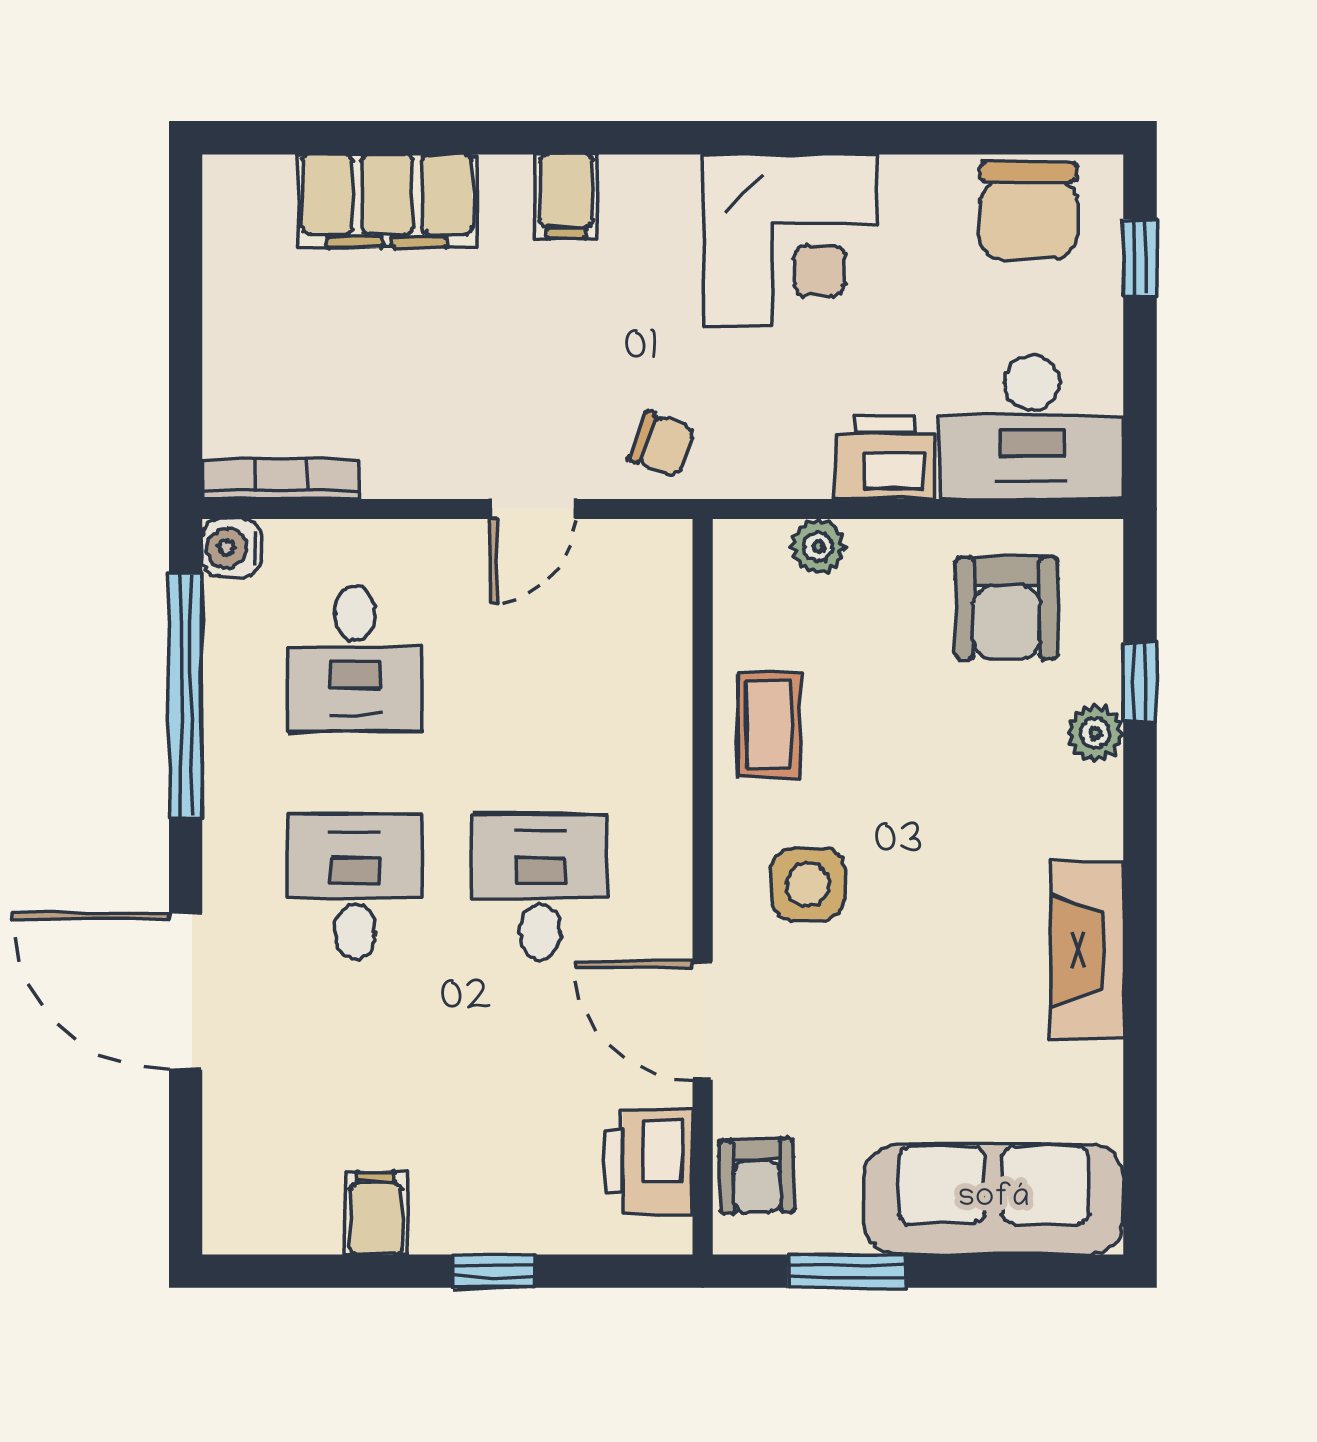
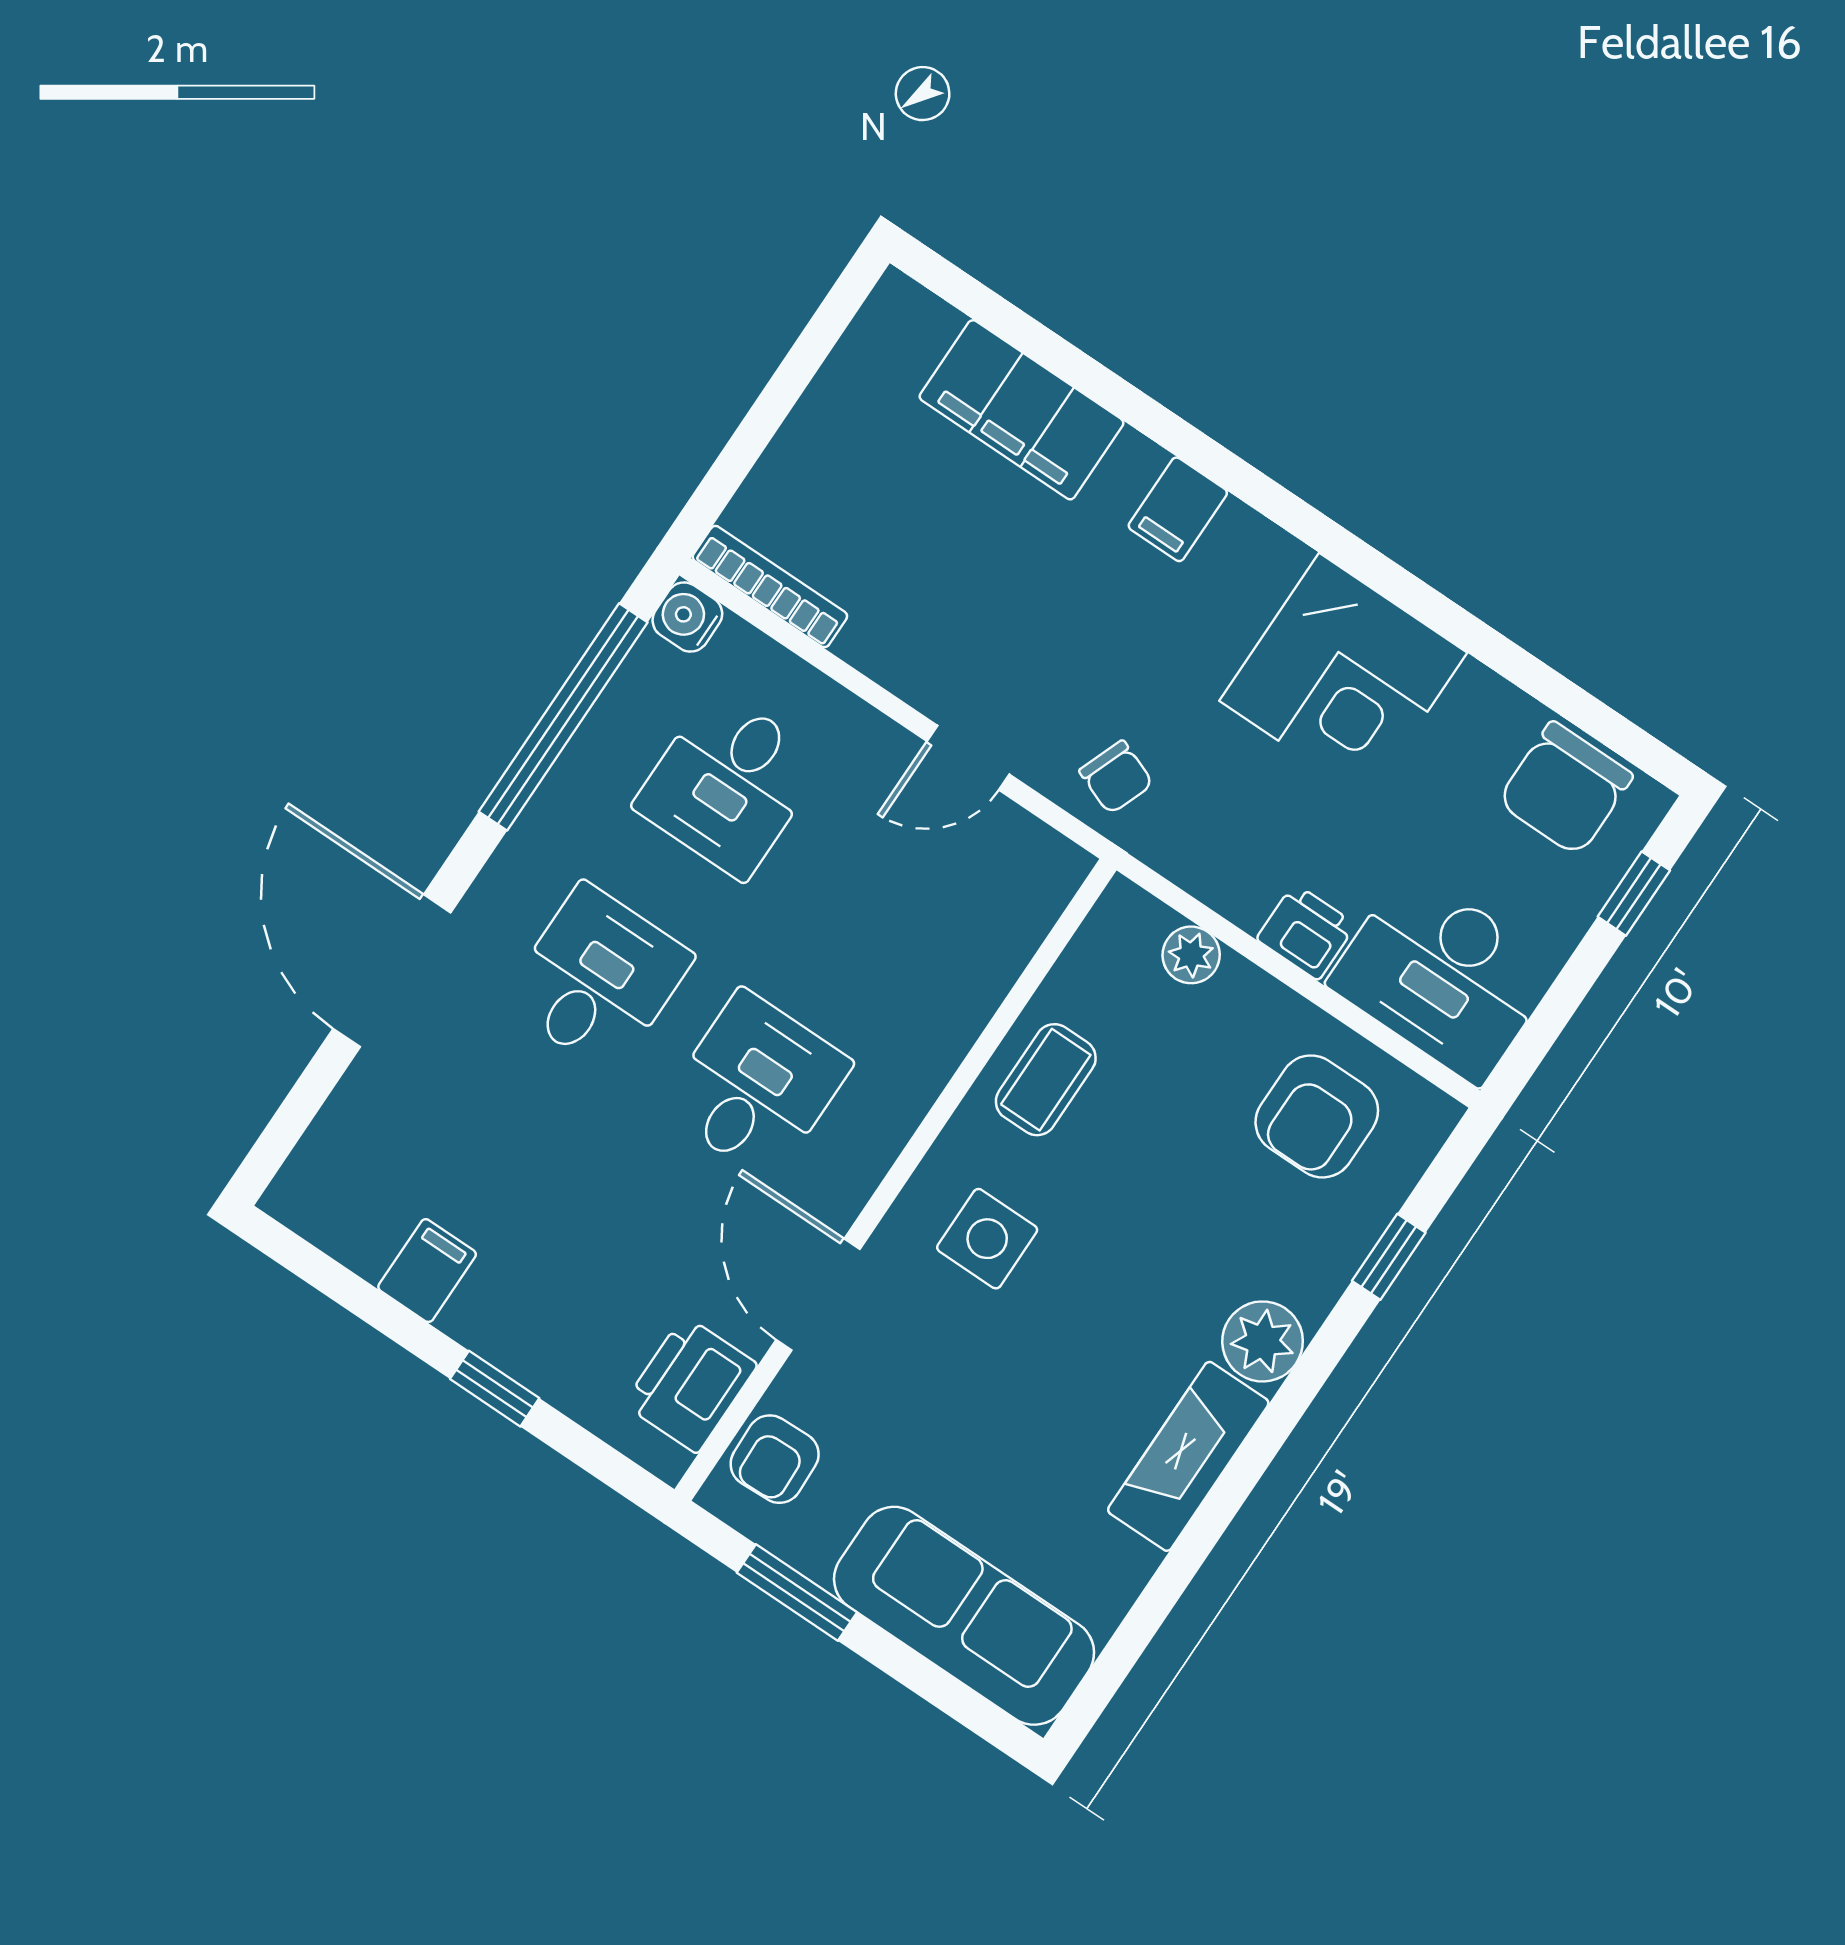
printer: (885, 458) -> (1306, 932), width x0.73, depth x0.81
plant: (1095, 733) -> (1263, 1341), moved, width x1.38, depth x1.38

